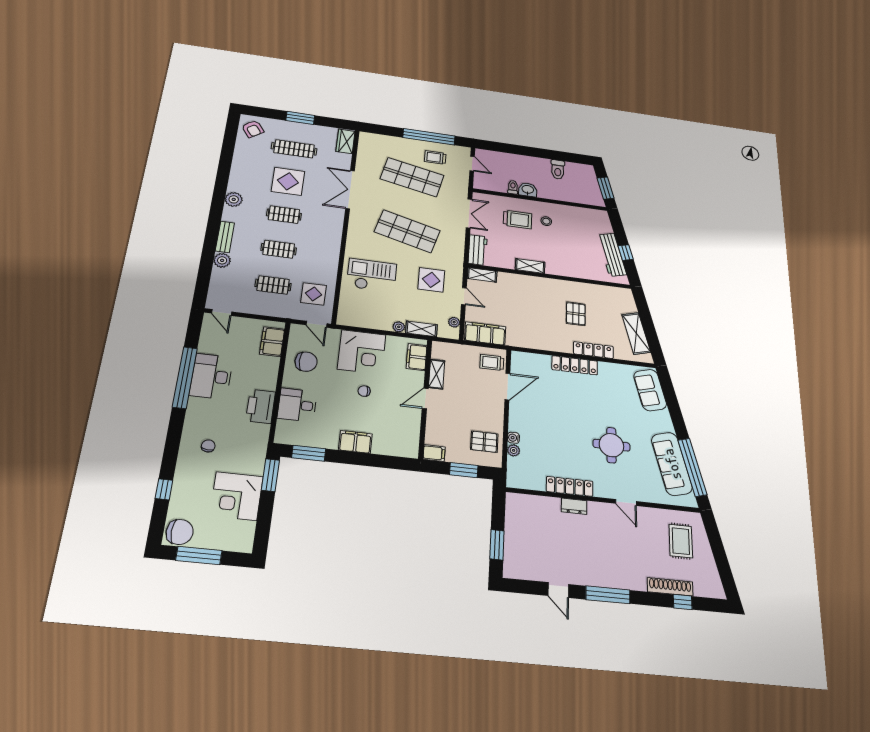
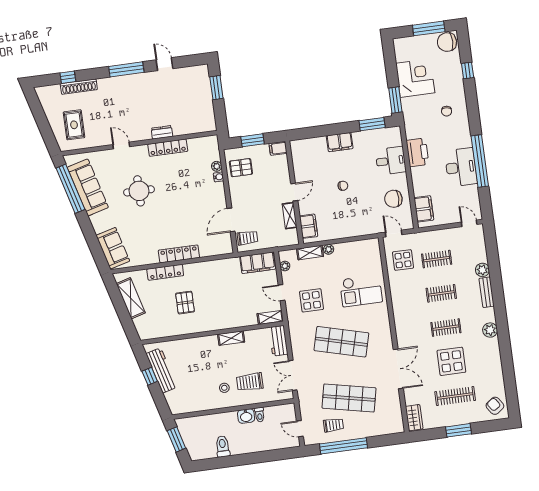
corner desk: (362, 352) -> (353, 219), removed

